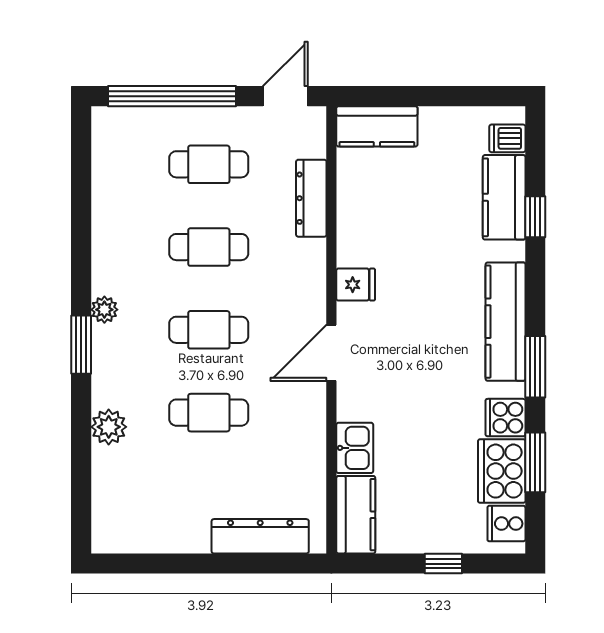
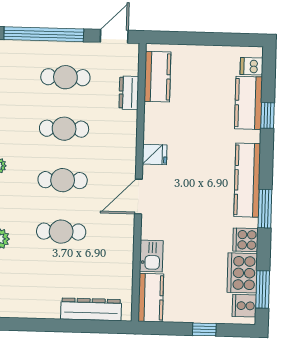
kitchen counter: (377, 126) -> (157, 77), moved, turned -90
dresser: (311, 198) -> (129, 93), width x0.70
window: (535, 462) -> (263, 289), moved

